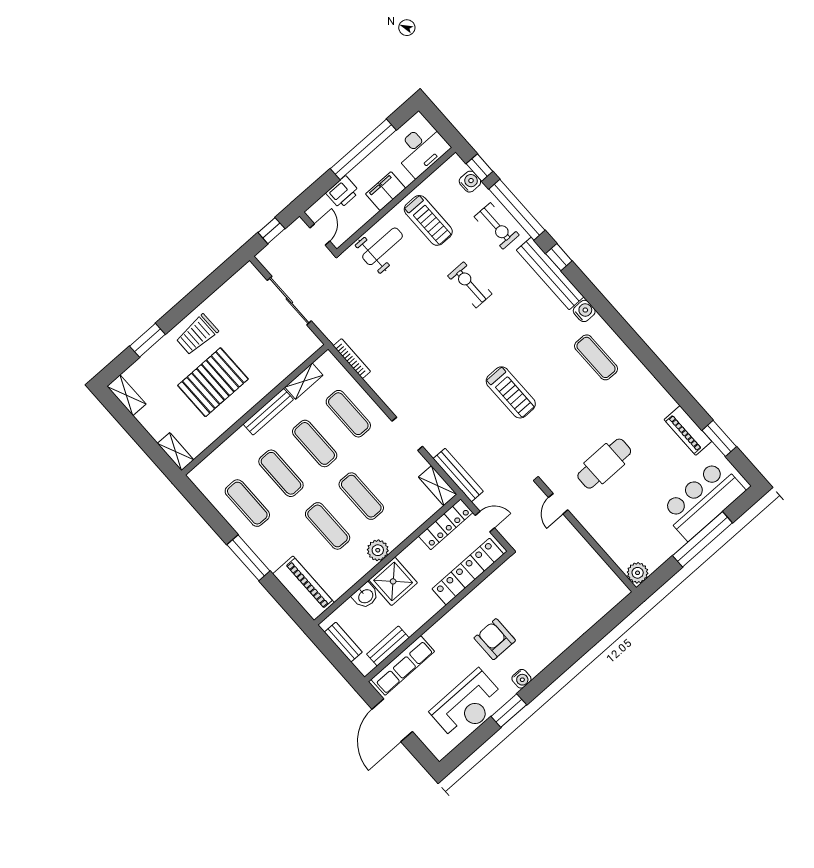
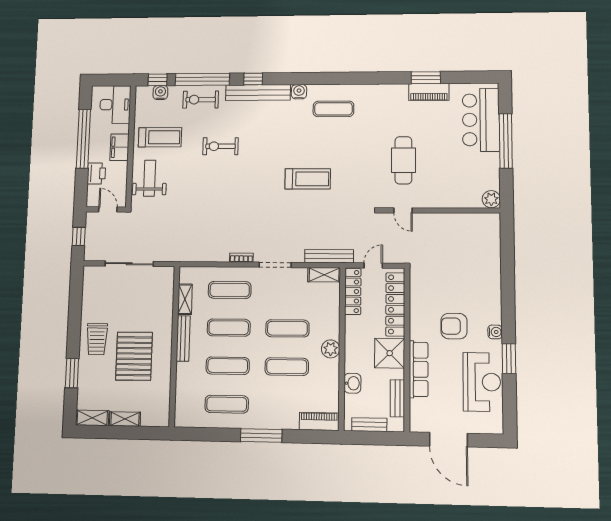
exercise bike: (497, 226) -> (201, 100), turned 180
bookcase: (352, 359) -> (241, 258), moved, width x0.64
window: (719, 438) -> (426, 78), moved
shelving: (176, 452) -> (125, 419), moved
shower: (393, 581) -> (390, 353), moved
piano: (304, 588) -> (319, 421), width x0.73, depth x0.75
row of seats: (403, 665) -> (419, 369), moved

